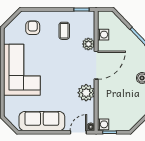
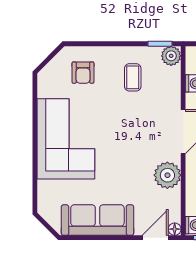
armchair: (33, 28) -> (83, 73), turned 180
plant: (88, 44) -> (171, 56), moved

